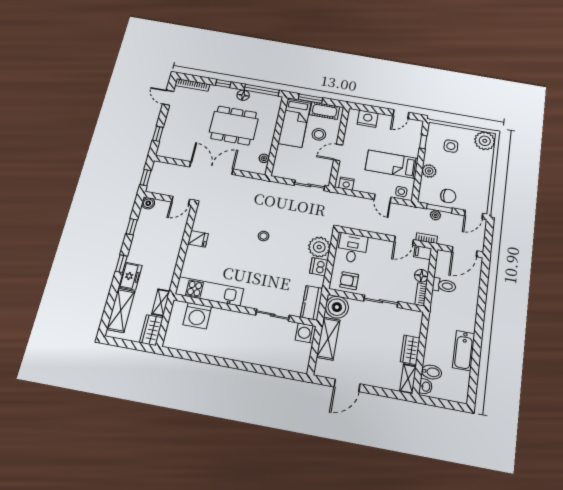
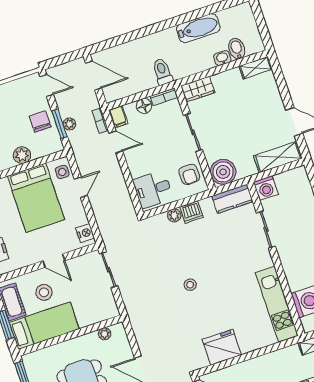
bed: (392, 164) -> (36, 198), width x1.50
fridge: (198, 239) -> (222, 347), width x1.88, depth x1.34
plant: (319, 247) -> (174, 215), width x0.53, depth x0.53
toilet: (444, 285) -> (162, 72), moved
shelving: (328, 338) -> (278, 157), moved
wardrobe: (410, 350) -> (198, 89), moved
washbasin: (426, 387) -> (222, 58), moved

